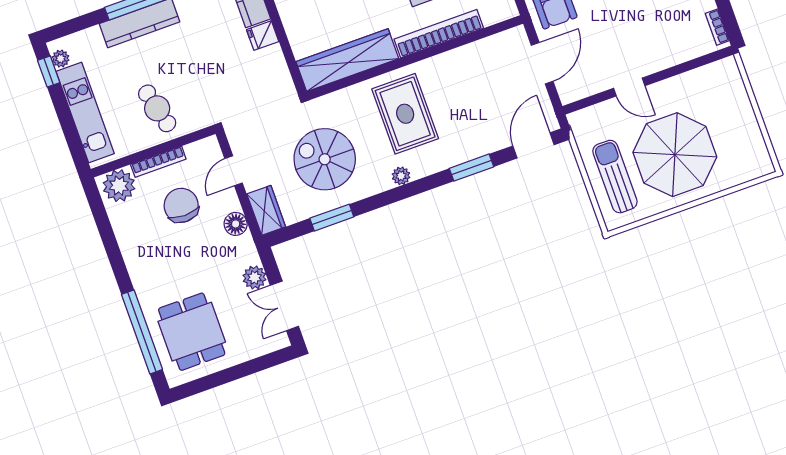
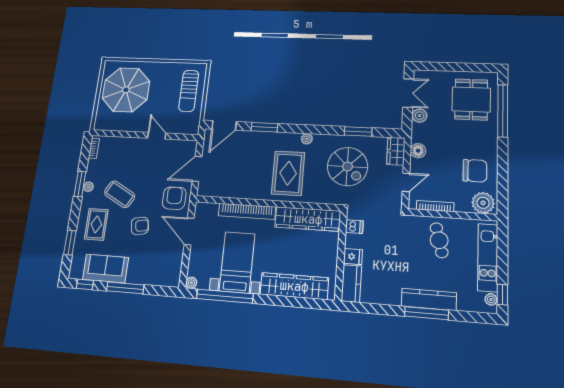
dishwasher: (278, 77) -> (354, 227), added
parasol: (675, 155) -> (126, 90), moved
bookcase: (158, 162) -> (435, 206), moved
chair: (181, 205) -> (475, 171), moved, turned -90

